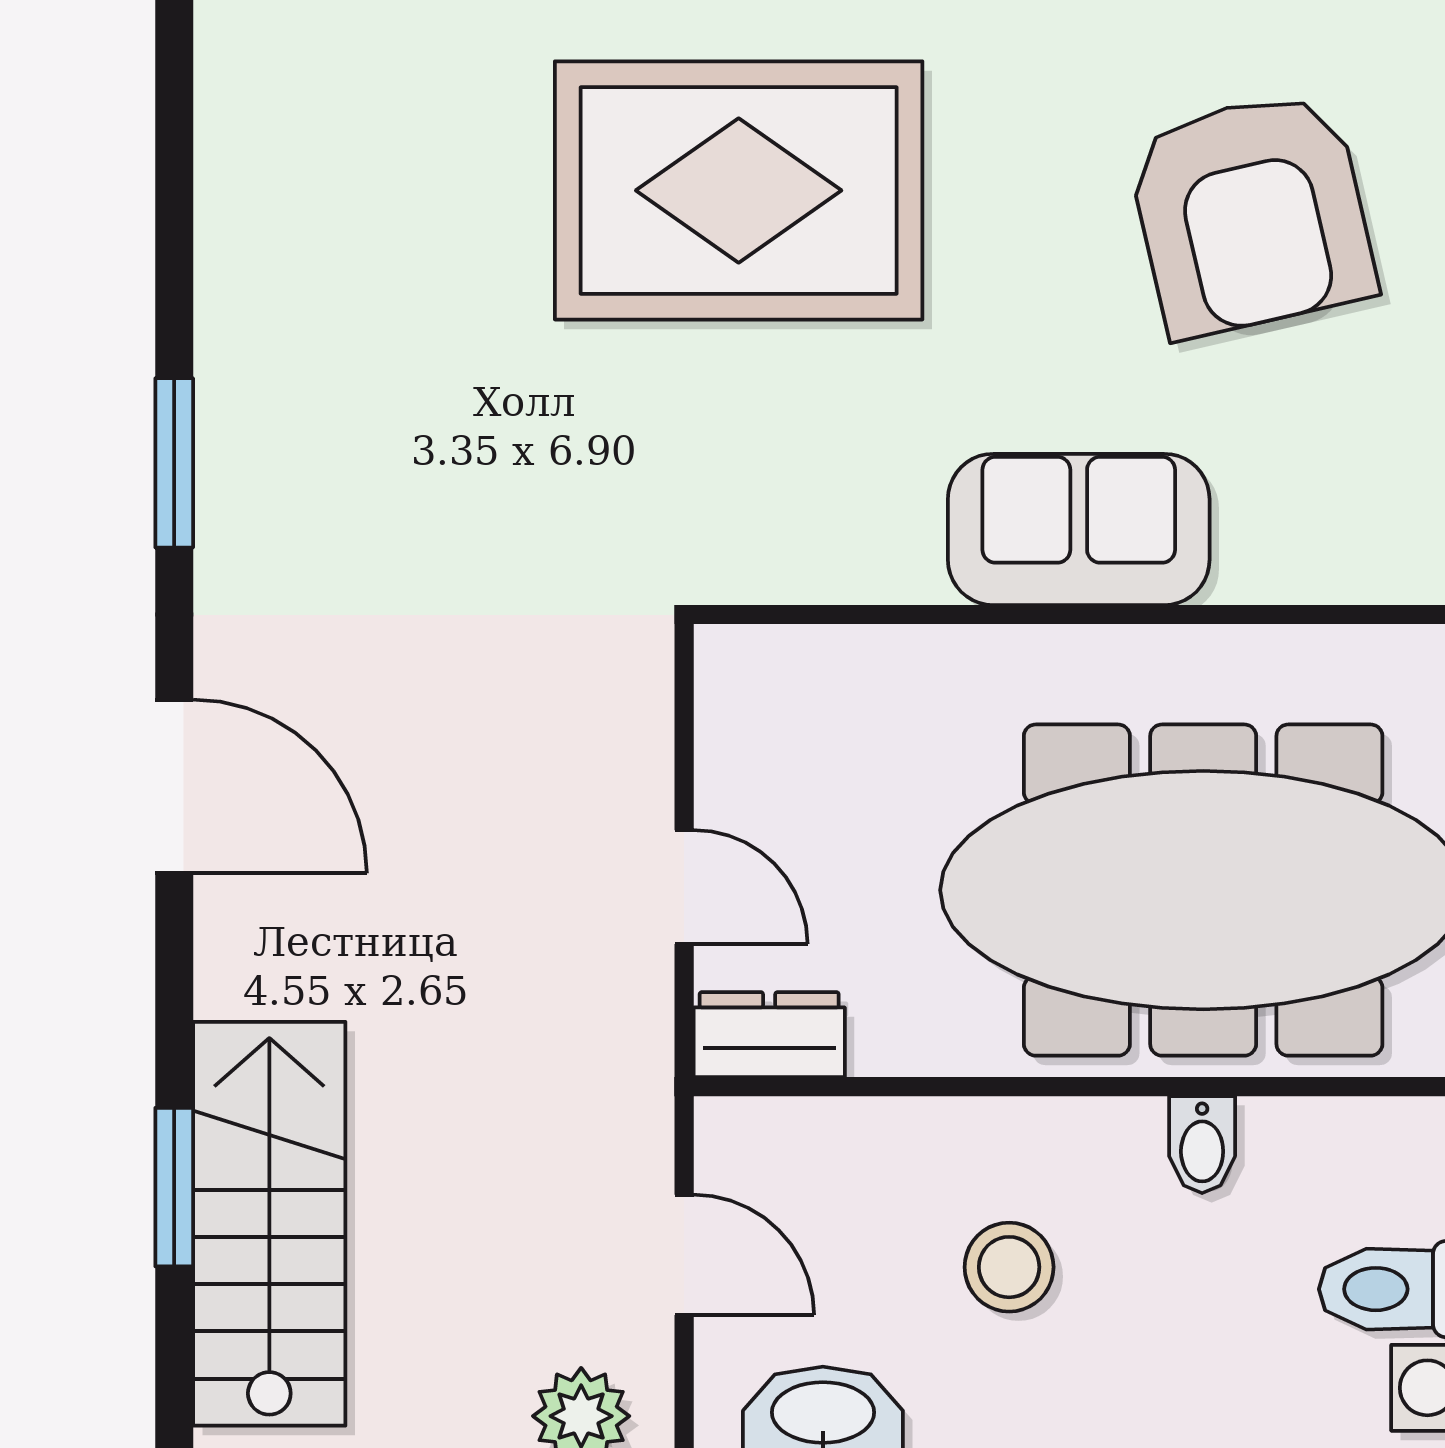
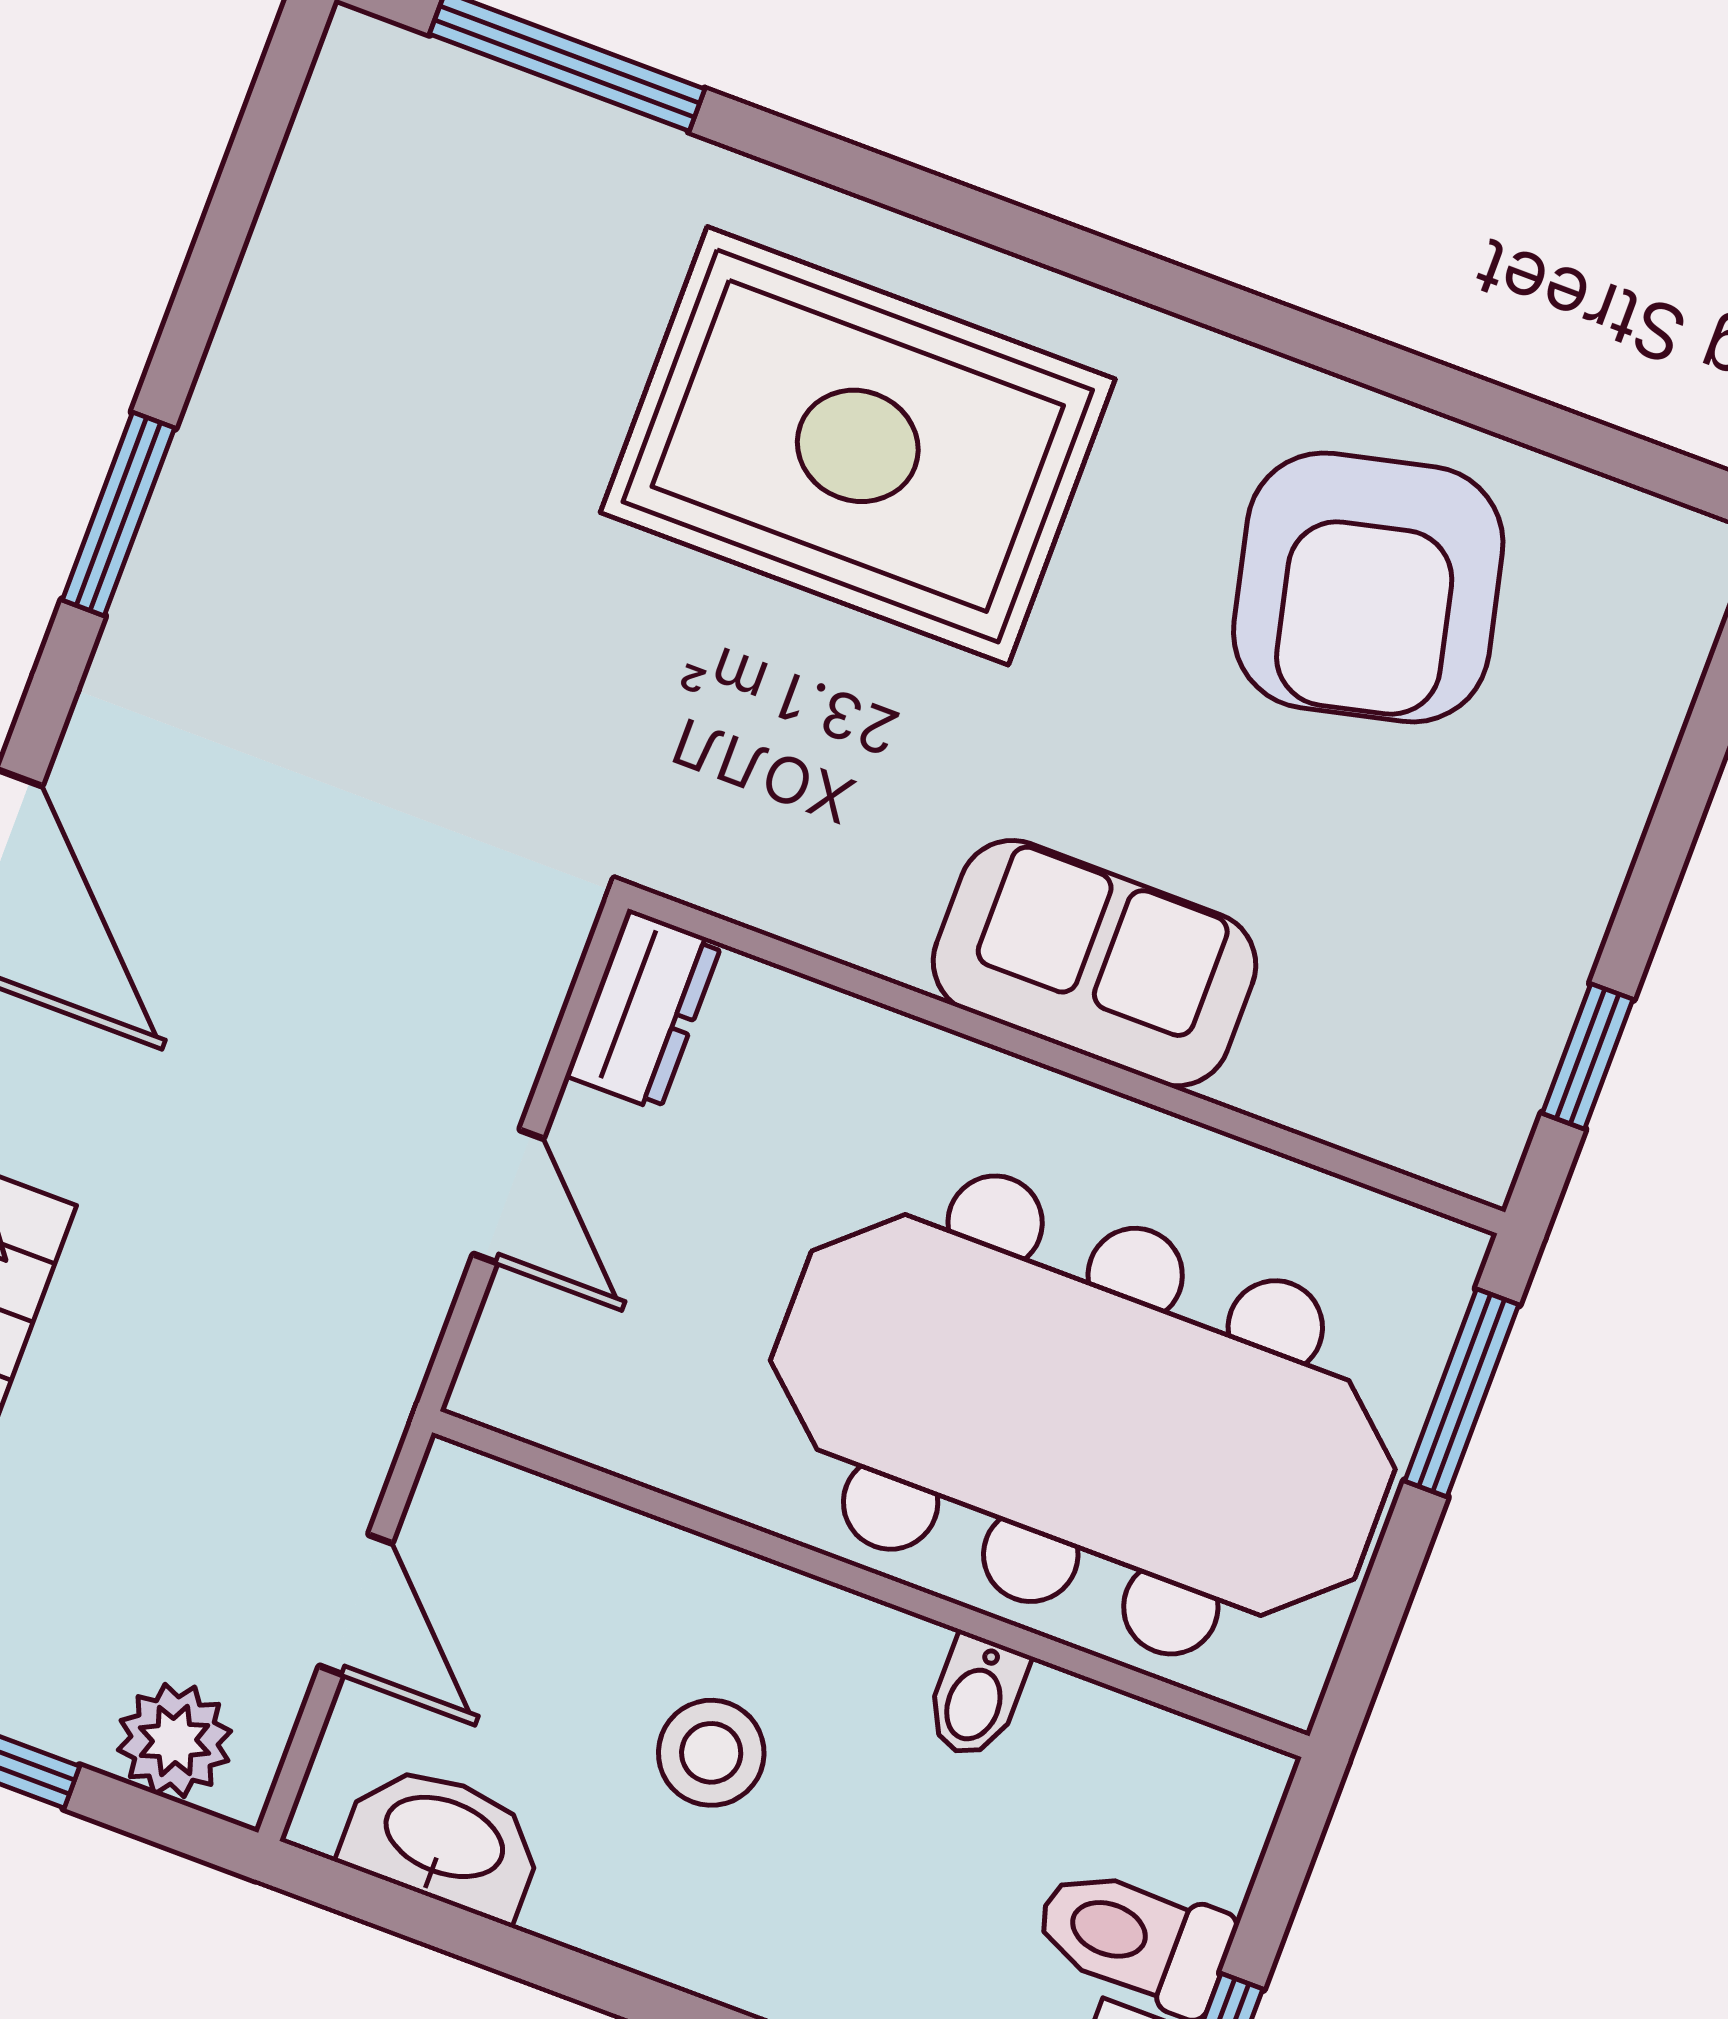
armchair: (1251, 213) -> (1368, 587), moved
dresser: (769, 1035) -> (644, 1010), moved, turned 90

